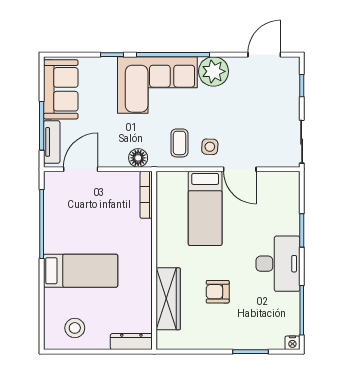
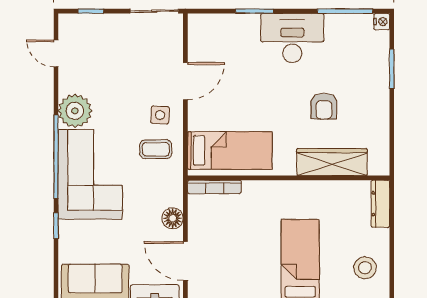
door: (264, 55) -> (56, 53), width x0.73
floor lamp: (138, 158) -> (173, 218), moved
bed: (205, 208) -> (230, 150), moved

